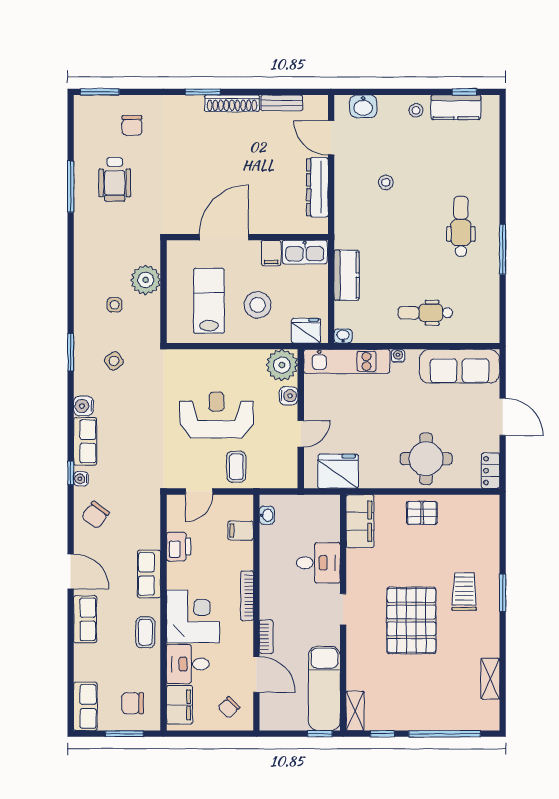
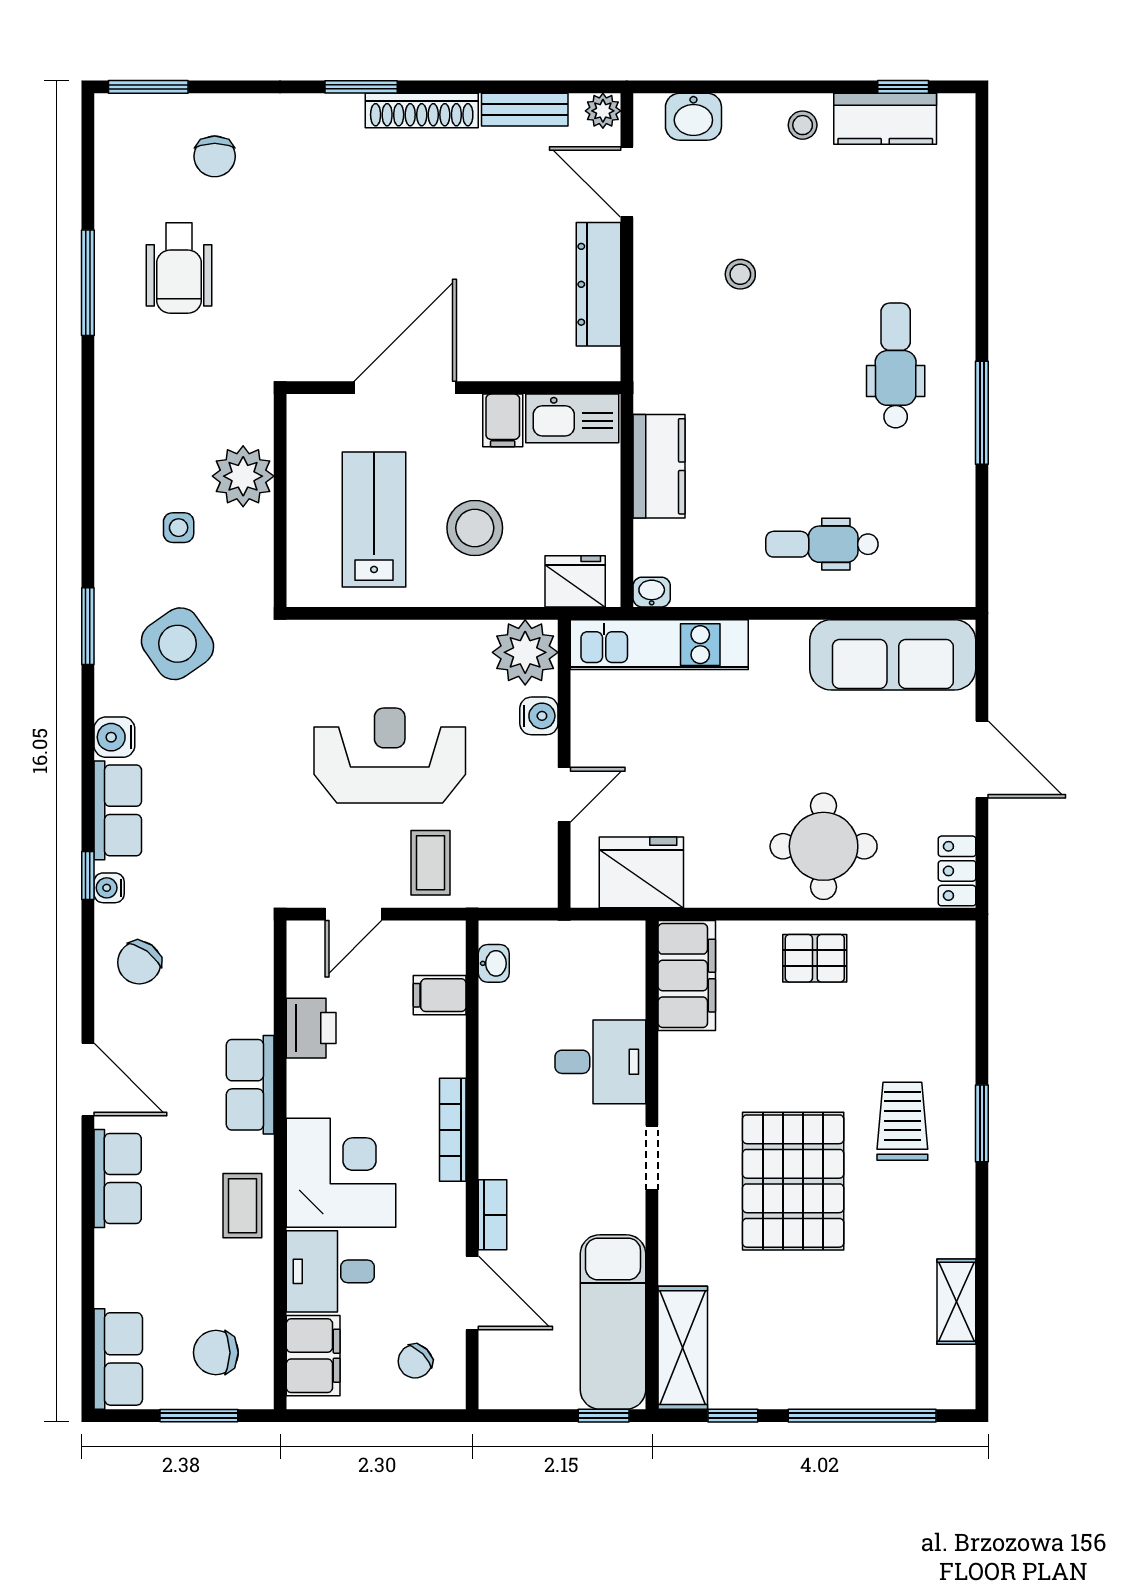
plant: (319, 103) -> (603, 111), added
water cooler: (398, 356) -> (765, 633), removed
side table: (114, 361) -> (178, 644), width x1.87, depth x1.87
shelving: (355, 711) -> (683, 1348), width x1.50, depth x1.33

